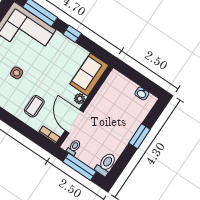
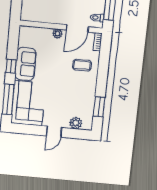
side table: (17, 73) -> (64, 92), removed
sofa: (89, 75) -> (26, 64), moved, turned -90

